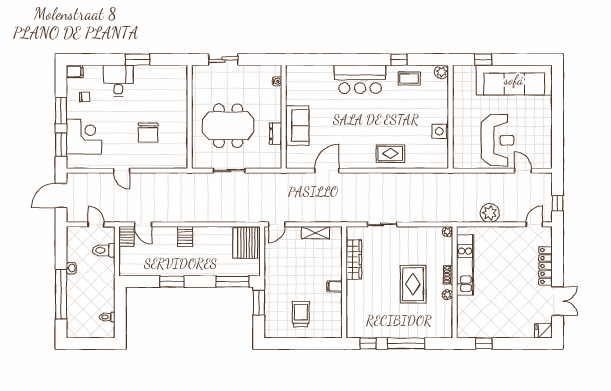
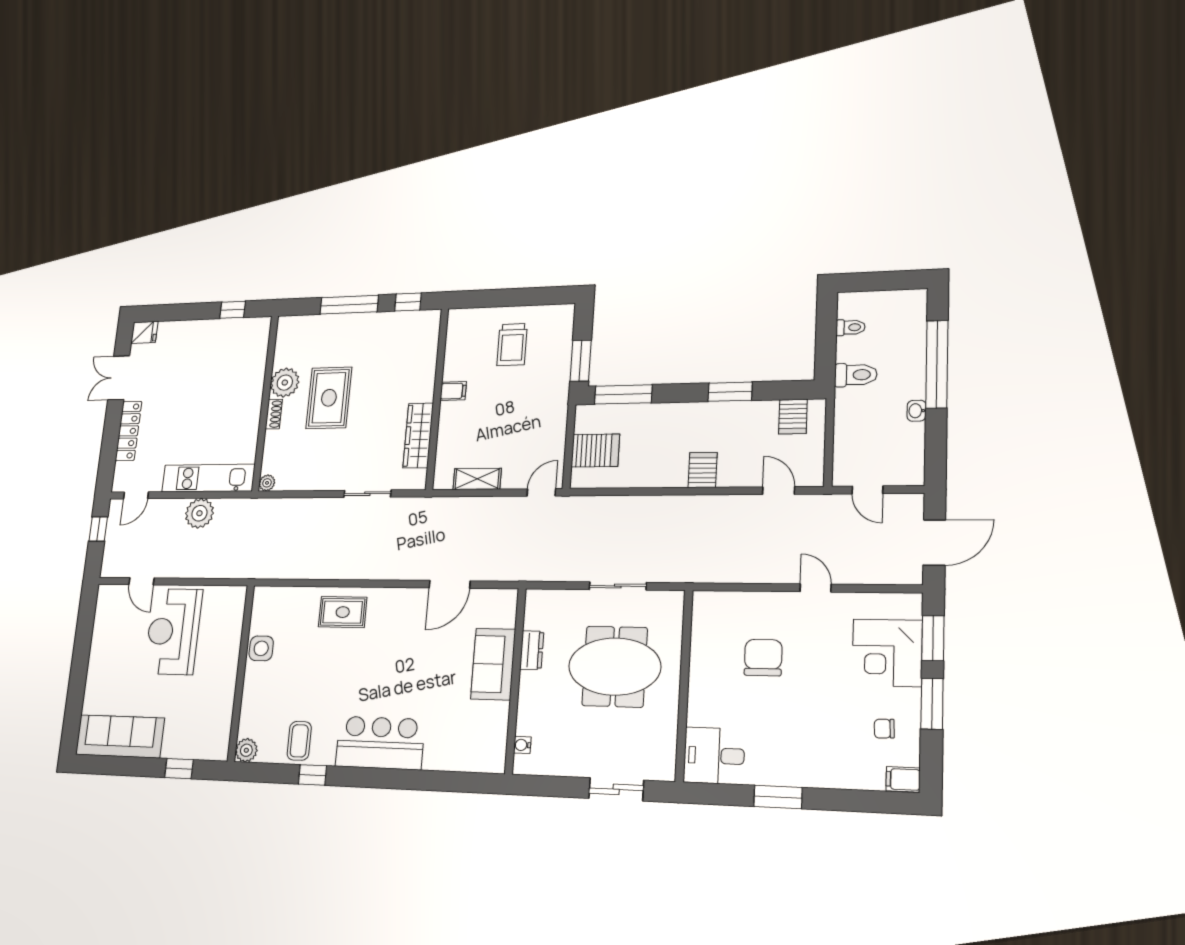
coffee table: (409, 79) -> (299, 741), turned 90
sofa: (514, 80) -> (120, 736), width x0.74, depth x0.79
desk: (118, 81) -> (714, 756), moved, turned 90
server rack: (126, 236) -> (793, 417), moved, turned 180
server rack: (247, 243) -> (595, 450), width x0.62
toilet: (104, 250) -> (856, 375), moved
kitchen unit: (465, 265) -> (208, 478), moved, turned 90
plant: (447, 295) -> (285, 383), width x1.88, depth x1.88

